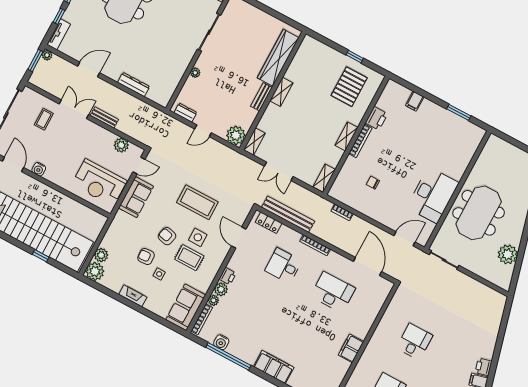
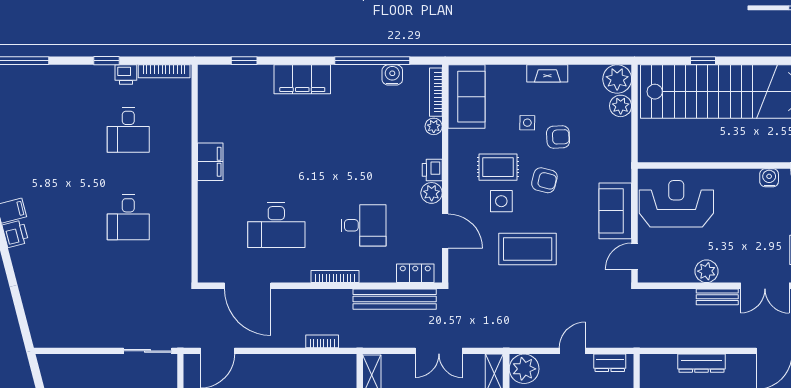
plant: (121, 145) -> (706, 271), moved
double door: (279, 171) -> (439, 351), swing flipped
plant: (221, 289) -> (432, 193), moved

